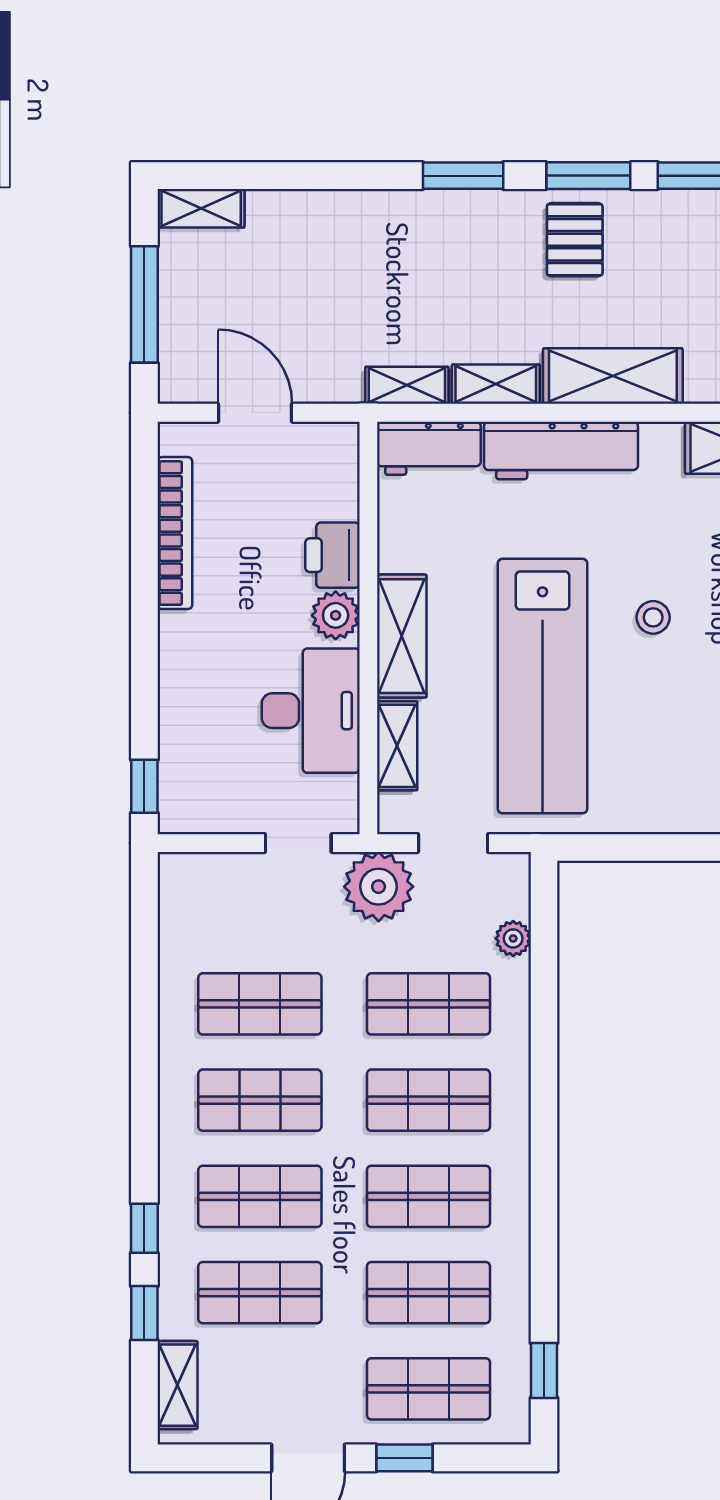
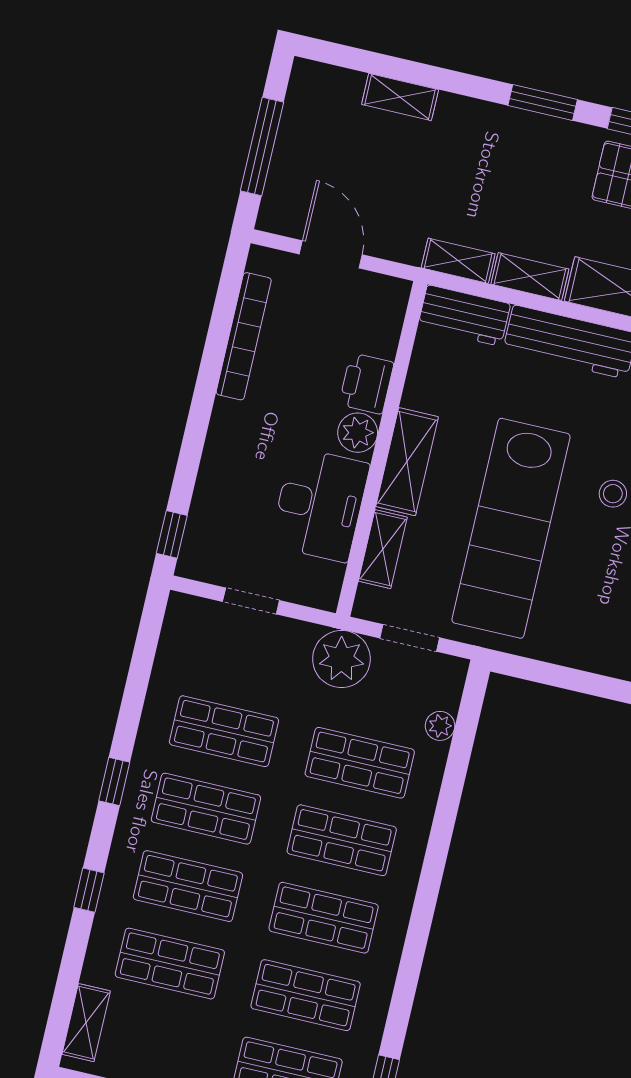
shelving: (201, 208) -> (400, 97), moved
doorway: (298, 843) -> (251, 601), moved
window: (144, 1313) -> (114, 782), moved

